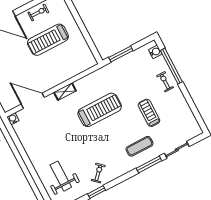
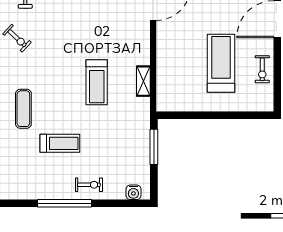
window: (171, 66) -> (65, 203), moved
shelving: (65, 92) -> (143, 81), moved
treadmill: (100, 110) -> (97, 82), width x0.73, depth x0.73

